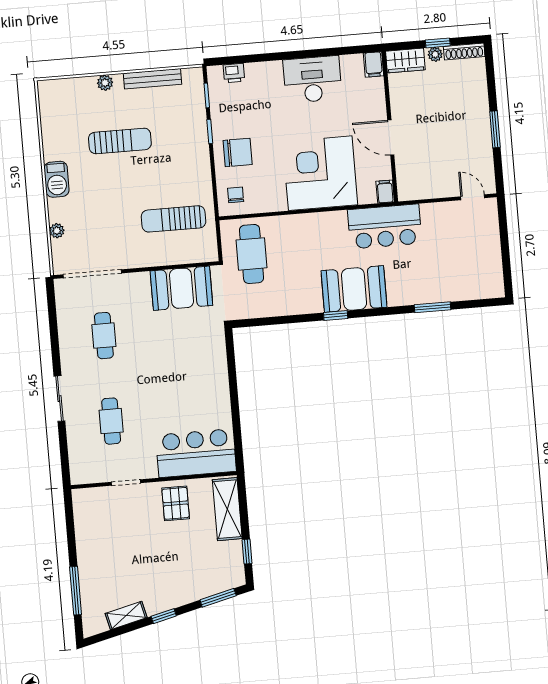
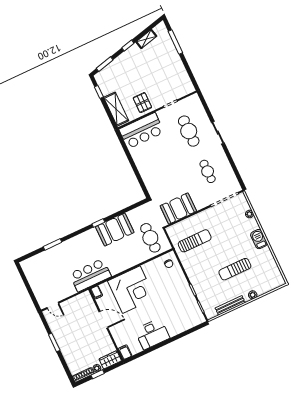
printer: (234, 73) -> (192, 323), removed
chair: (238, 153) -> (175, 285), removed
booth: (354, 289) -> (115, 230), moved
cafe table: (111, 421) -> (189, 131), width x1.37, depth x1.35

